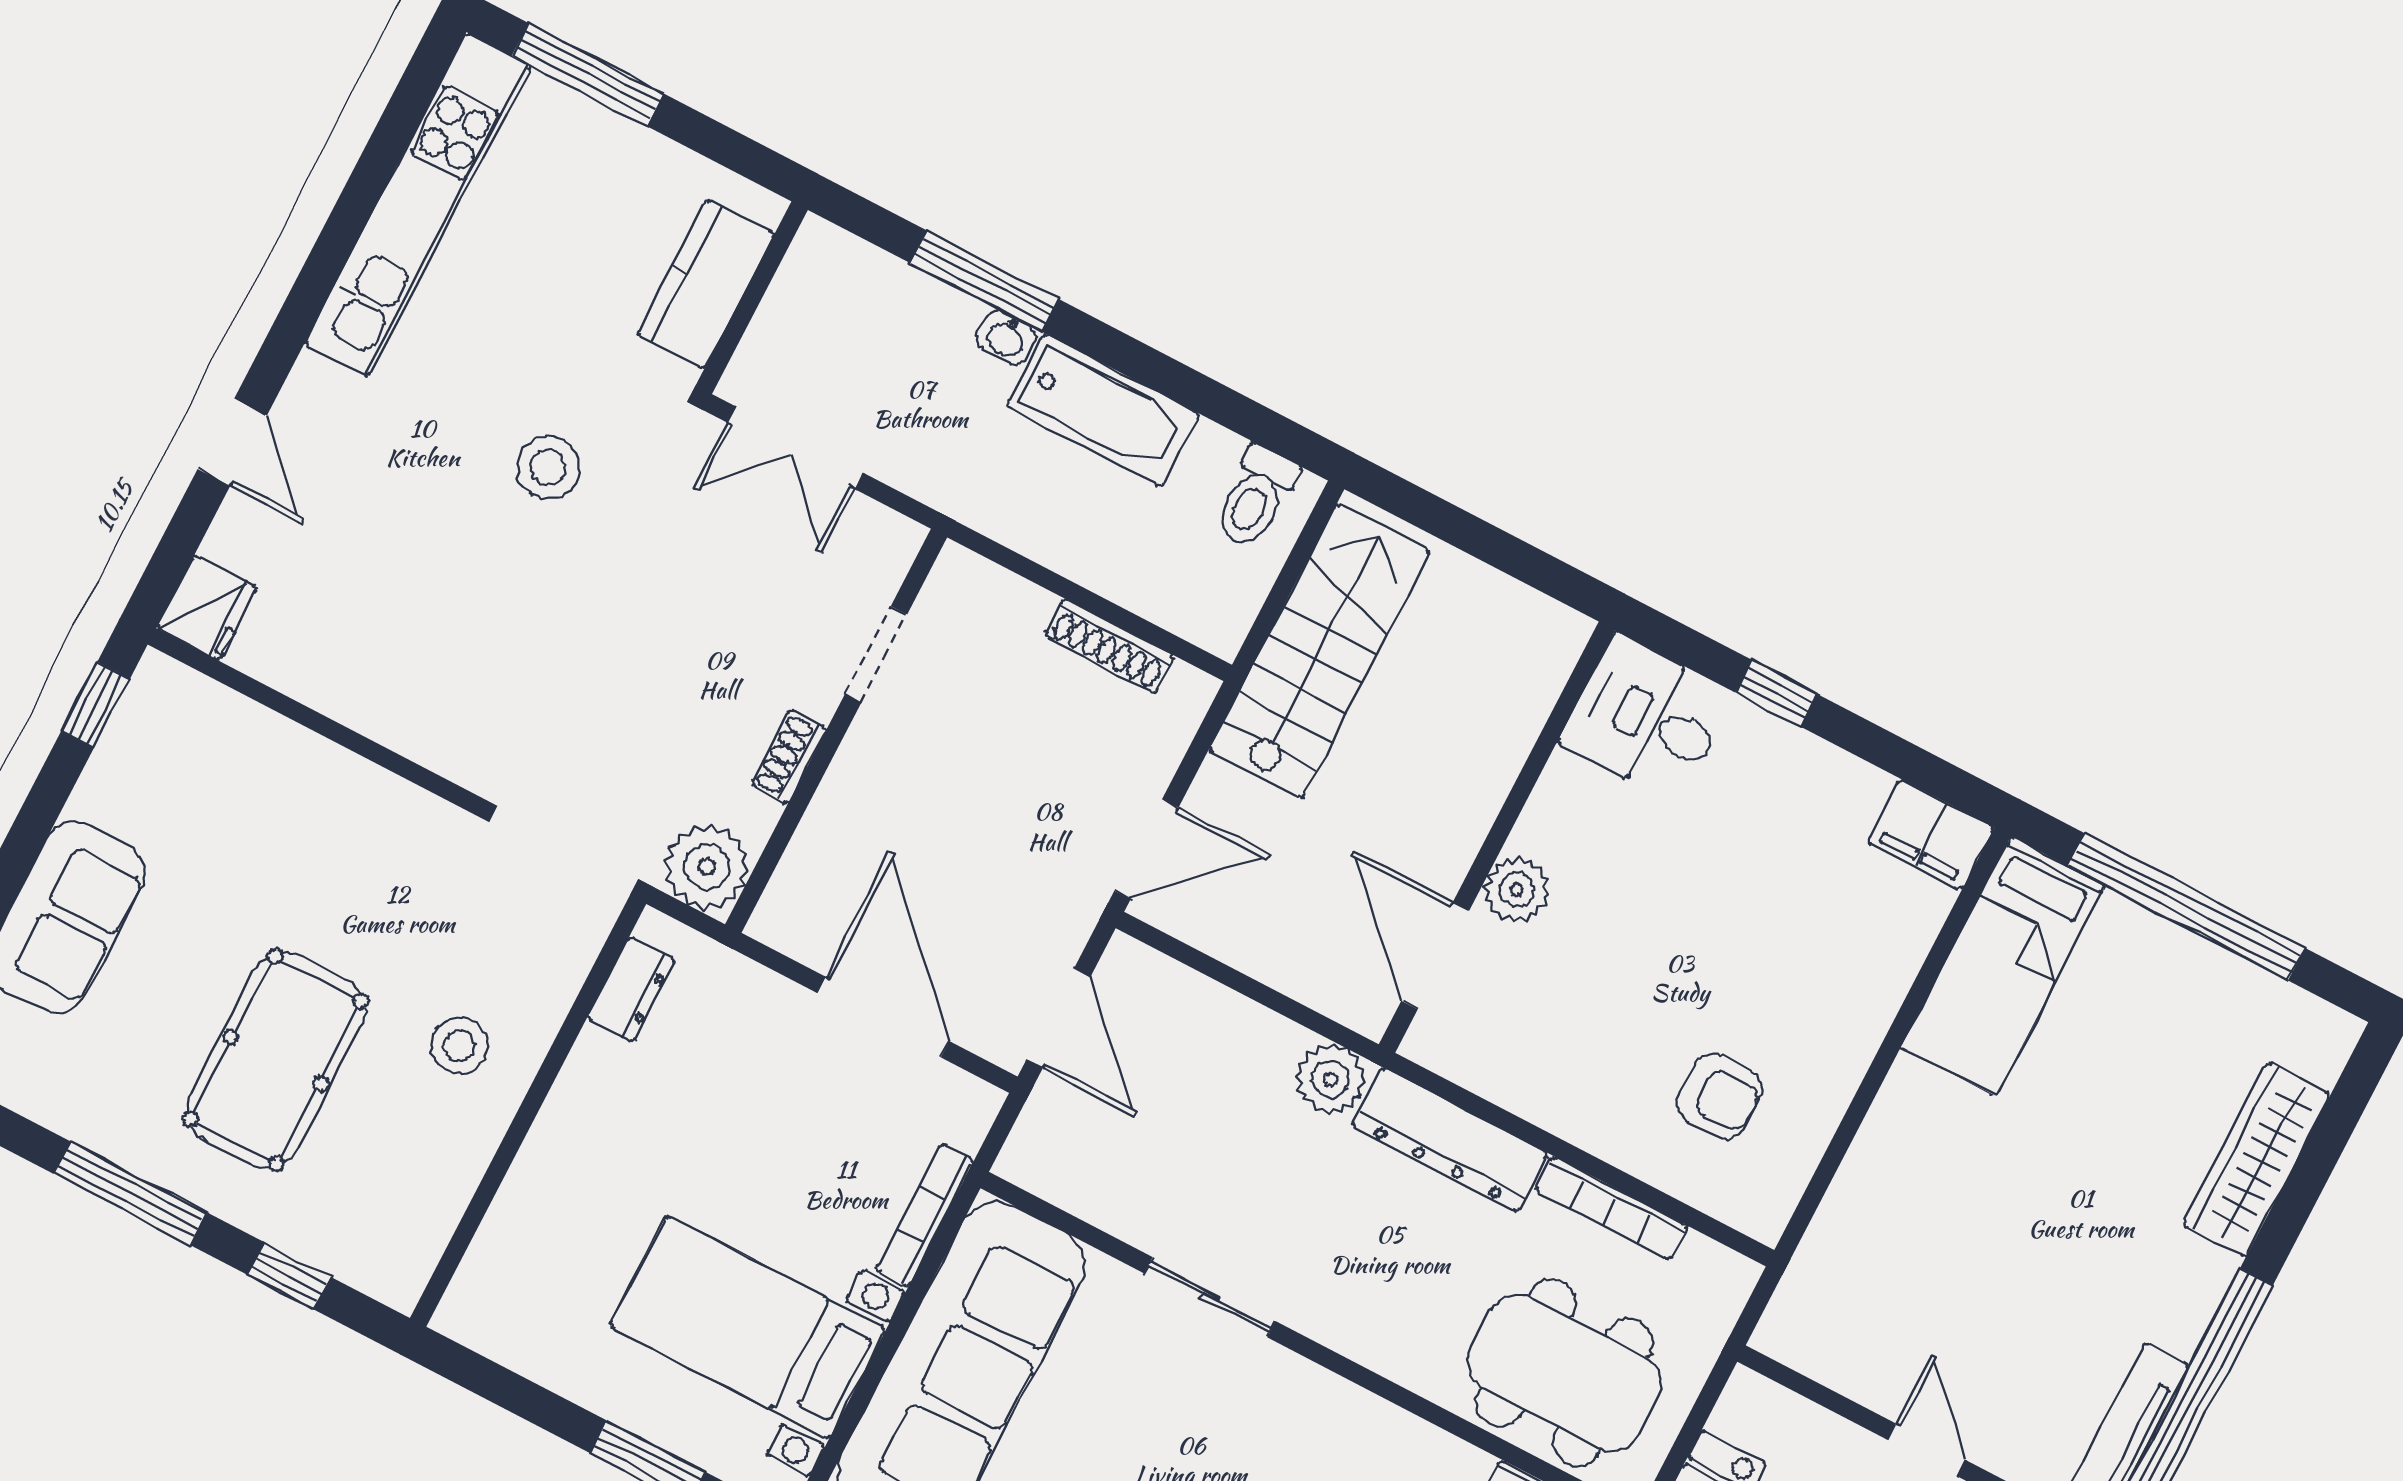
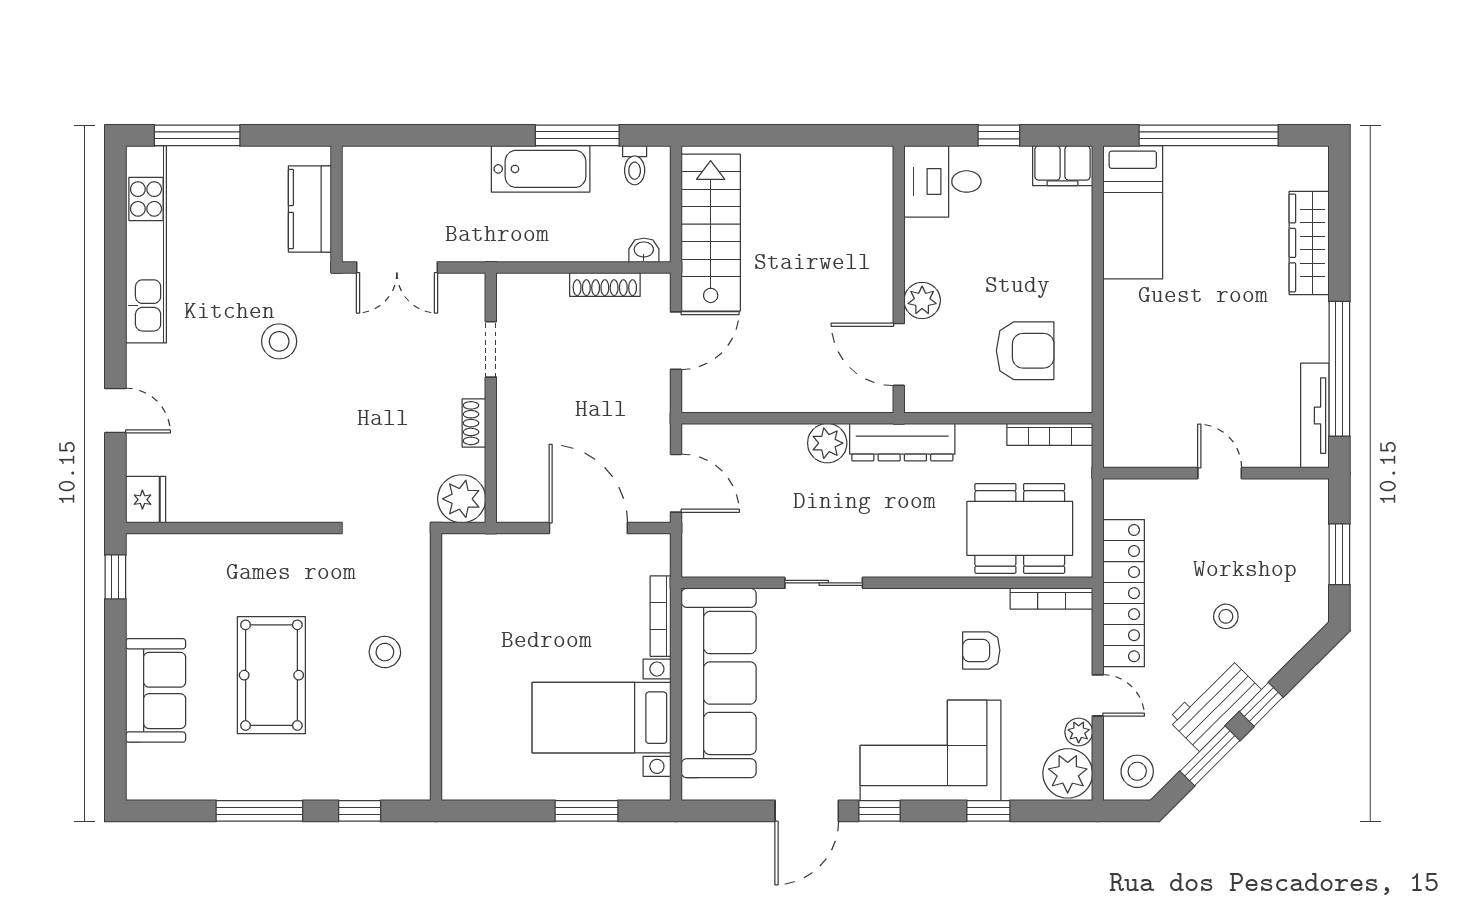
window: (985, 281) -> (577, 135), moved
washbasin: (1006, 337) -> (644, 250), moved, turned 180
toilet: (1256, 497) -> (635, 165), width x0.73, depth x0.72
window: (1776, 693) -> (999, 135), moved
desk: (1647, 718) -> (943, 181), moved
wall: (1497, 837) -> (899, 279), moved
door: (1146, 849) -> (676, 341), moved
plant: (1517, 890) -> (922, 300), moved
door: (1435, 956) -> (899, 354), moved
dresser: (631, 989) -> (456, 579), removed
pool table: (276, 1060) -> (271, 675), moved
armchair: (1719, 1096) -> (1025, 351), width x1.38, depth x1.38
bookcase: (1611, 1208) -> (1050, 434), moved

